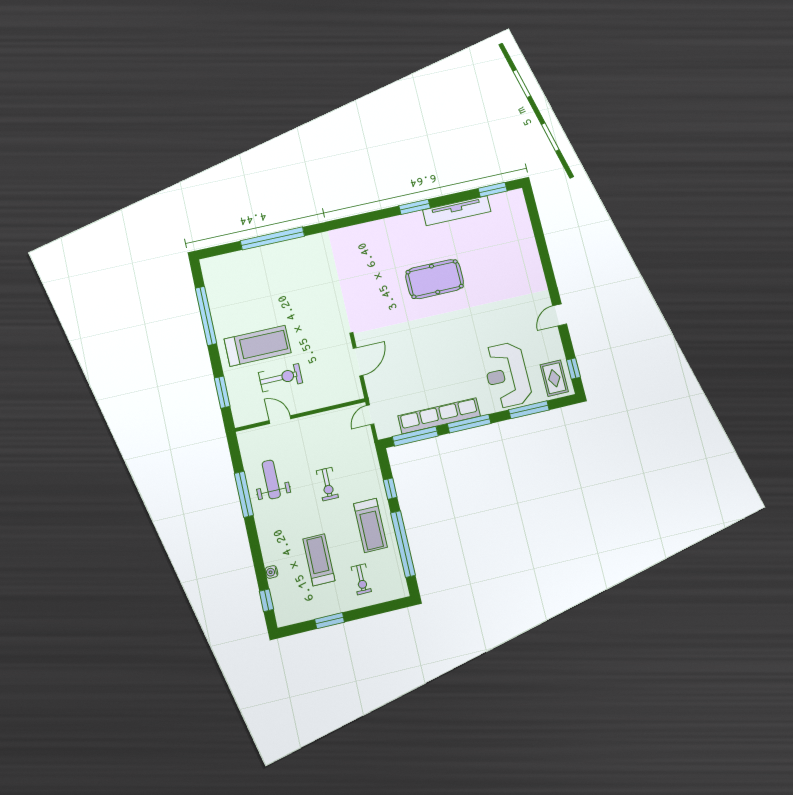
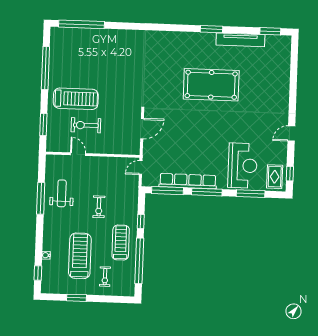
window: (272, 238) -> (81, 24), moved
pool table: (435, 279) -> (211, 85), width x1.36, depth x1.32
reception desk: (507, 375) -> (243, 166), turned 180
exercise bike: (281, 378) -> (86, 125), turned 180
treadmill: (370, 525) -> (121, 243), turned 180
treadmill: (319, 560) -> (80, 256), width x1.37, depth x1.38

